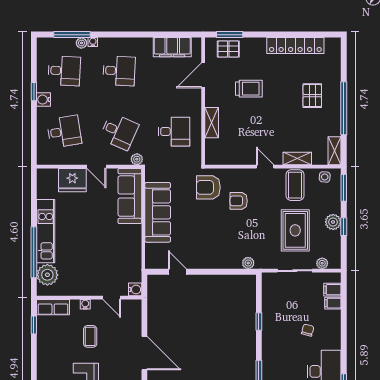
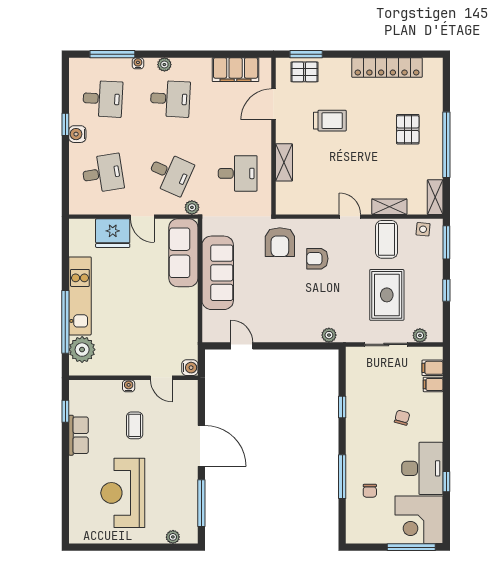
plant: (81, 43) -> (164, 65), moved
armchair: (208, 187) -> (280, 242), turned -90
plant: (333, 222) -> (433, 285), removed
row of seats: (53, 307) -> (79, 435), moved, turned -90

